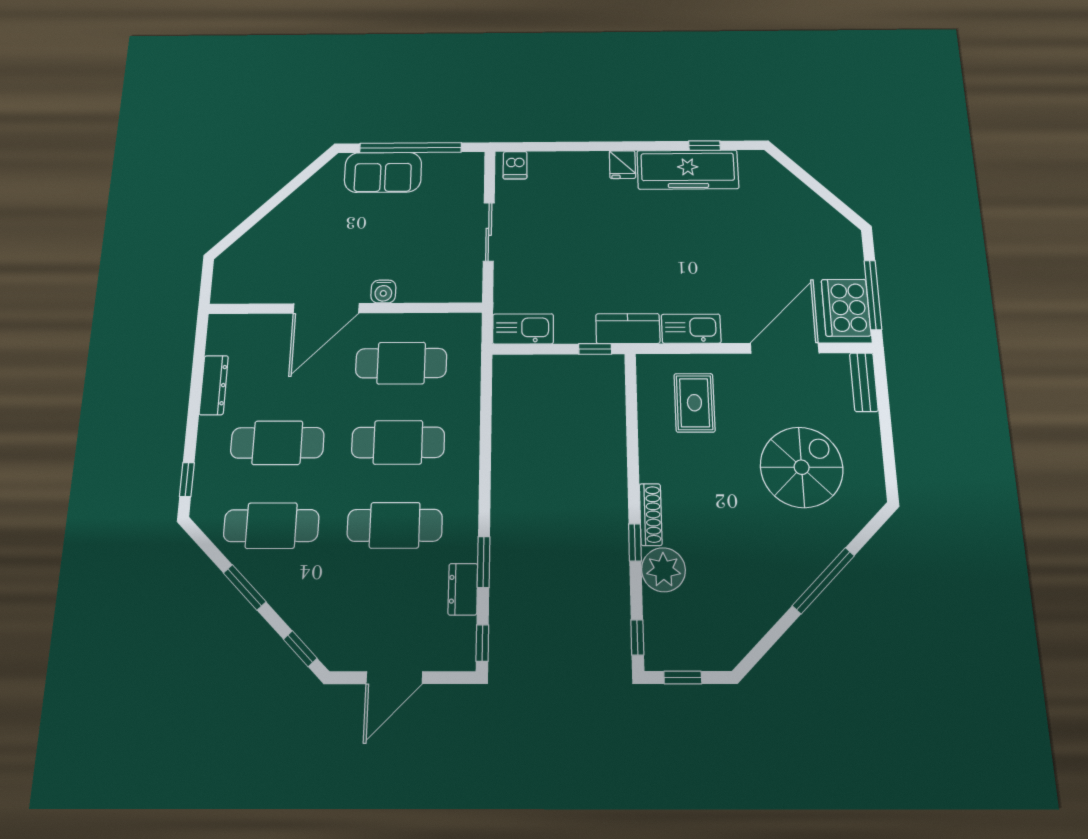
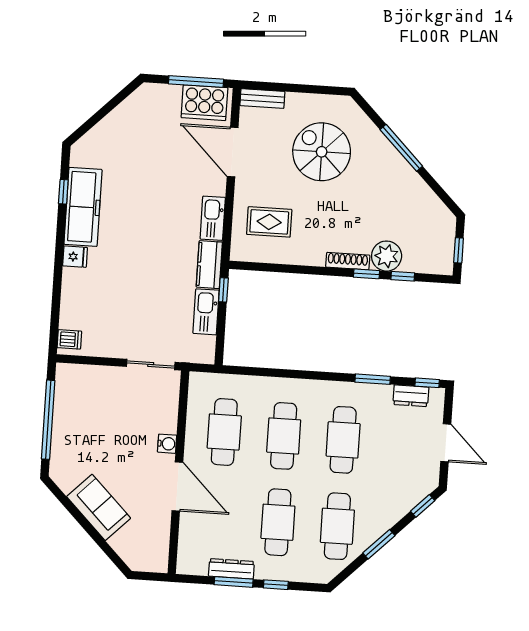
sofa: (383, 172) -> (99, 507), moved, turned -45
sliding door: (489, 232) -> (151, 364), moved
kitchen sink: (523, 329) -> (206, 312), moved
window: (196, 389) -> (234, 582), added
window: (187, 480) -> (276, 585), moved
dresser: (463, 589) -> (411, 396), moved
window: (637, 637) -> (403, 276), moved

